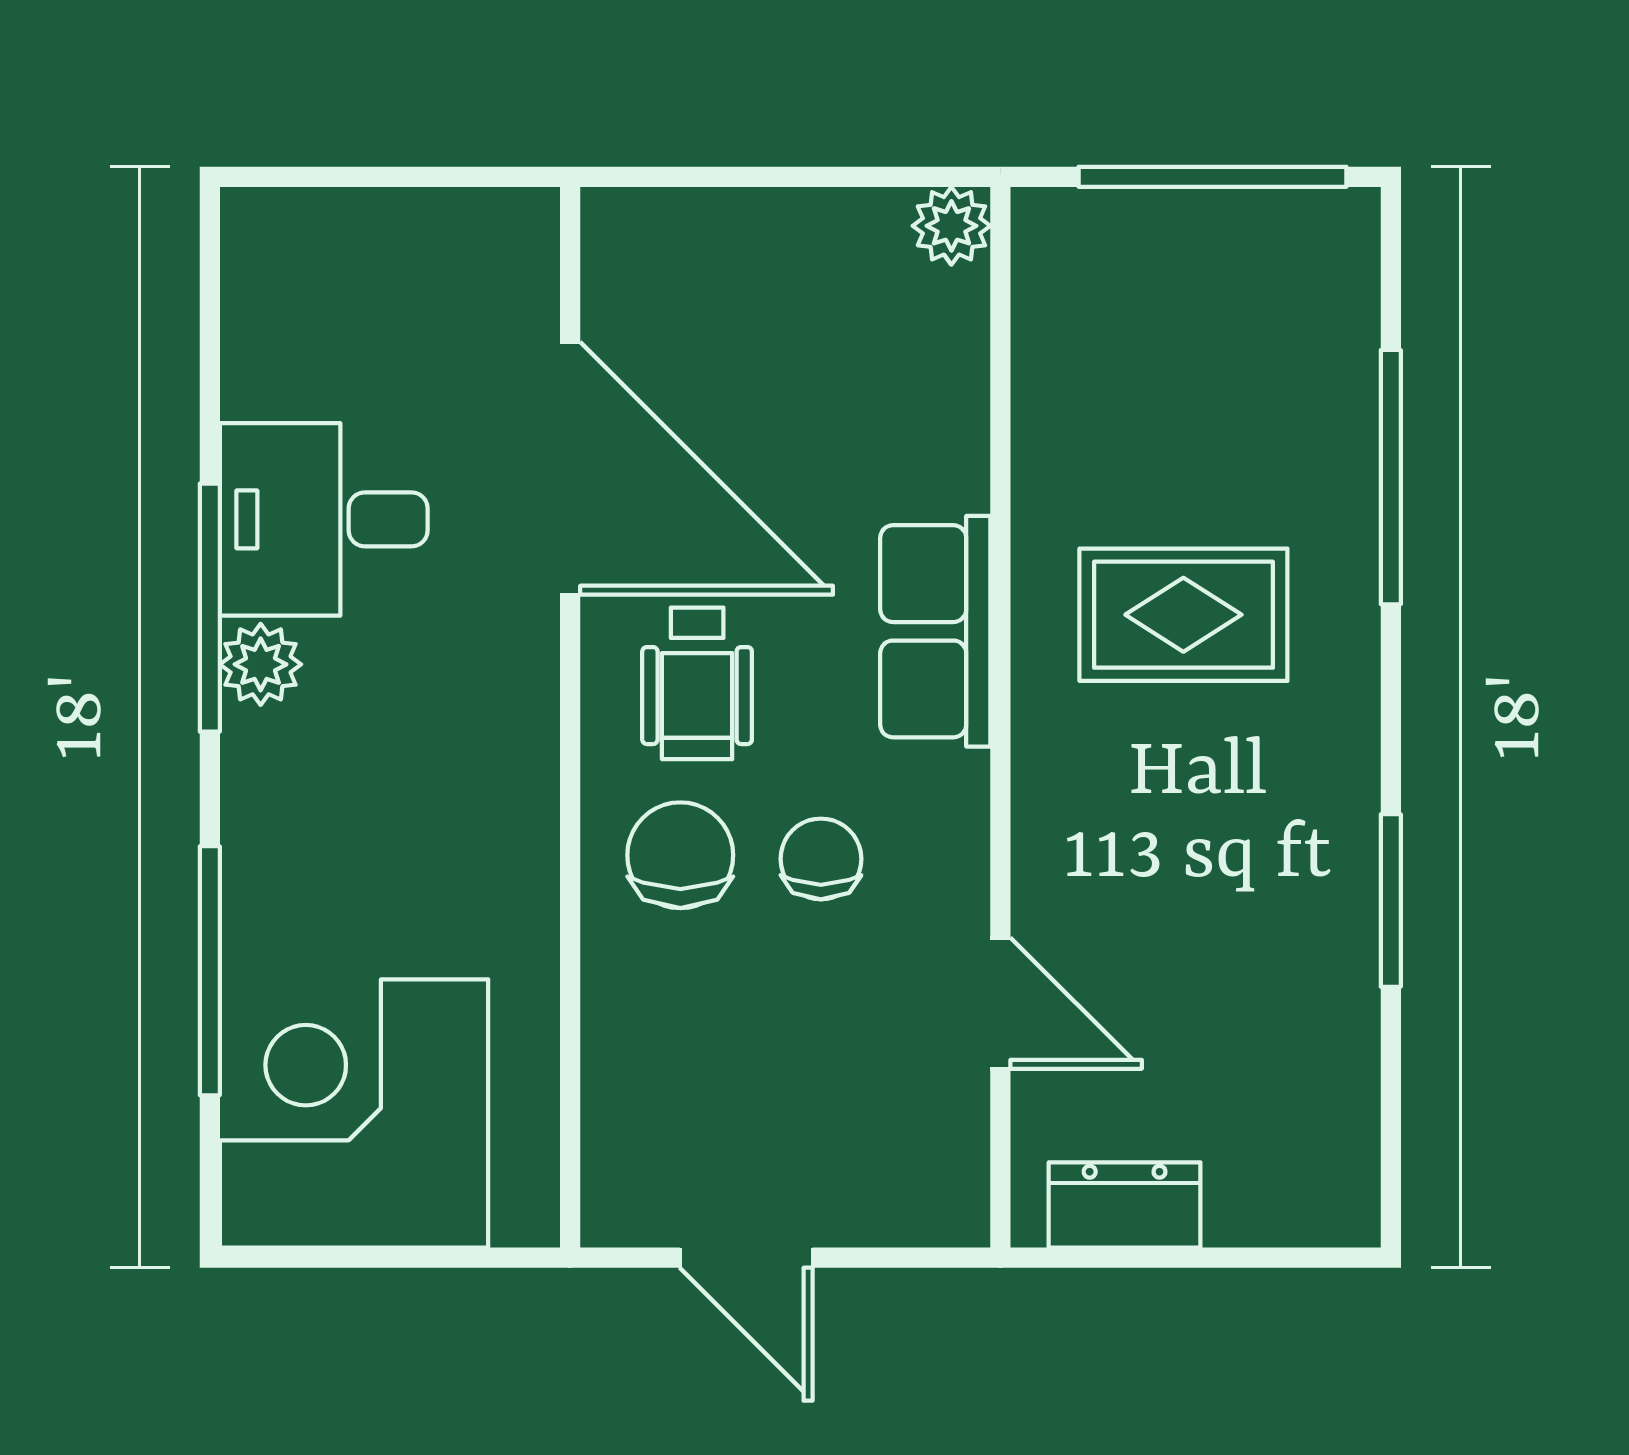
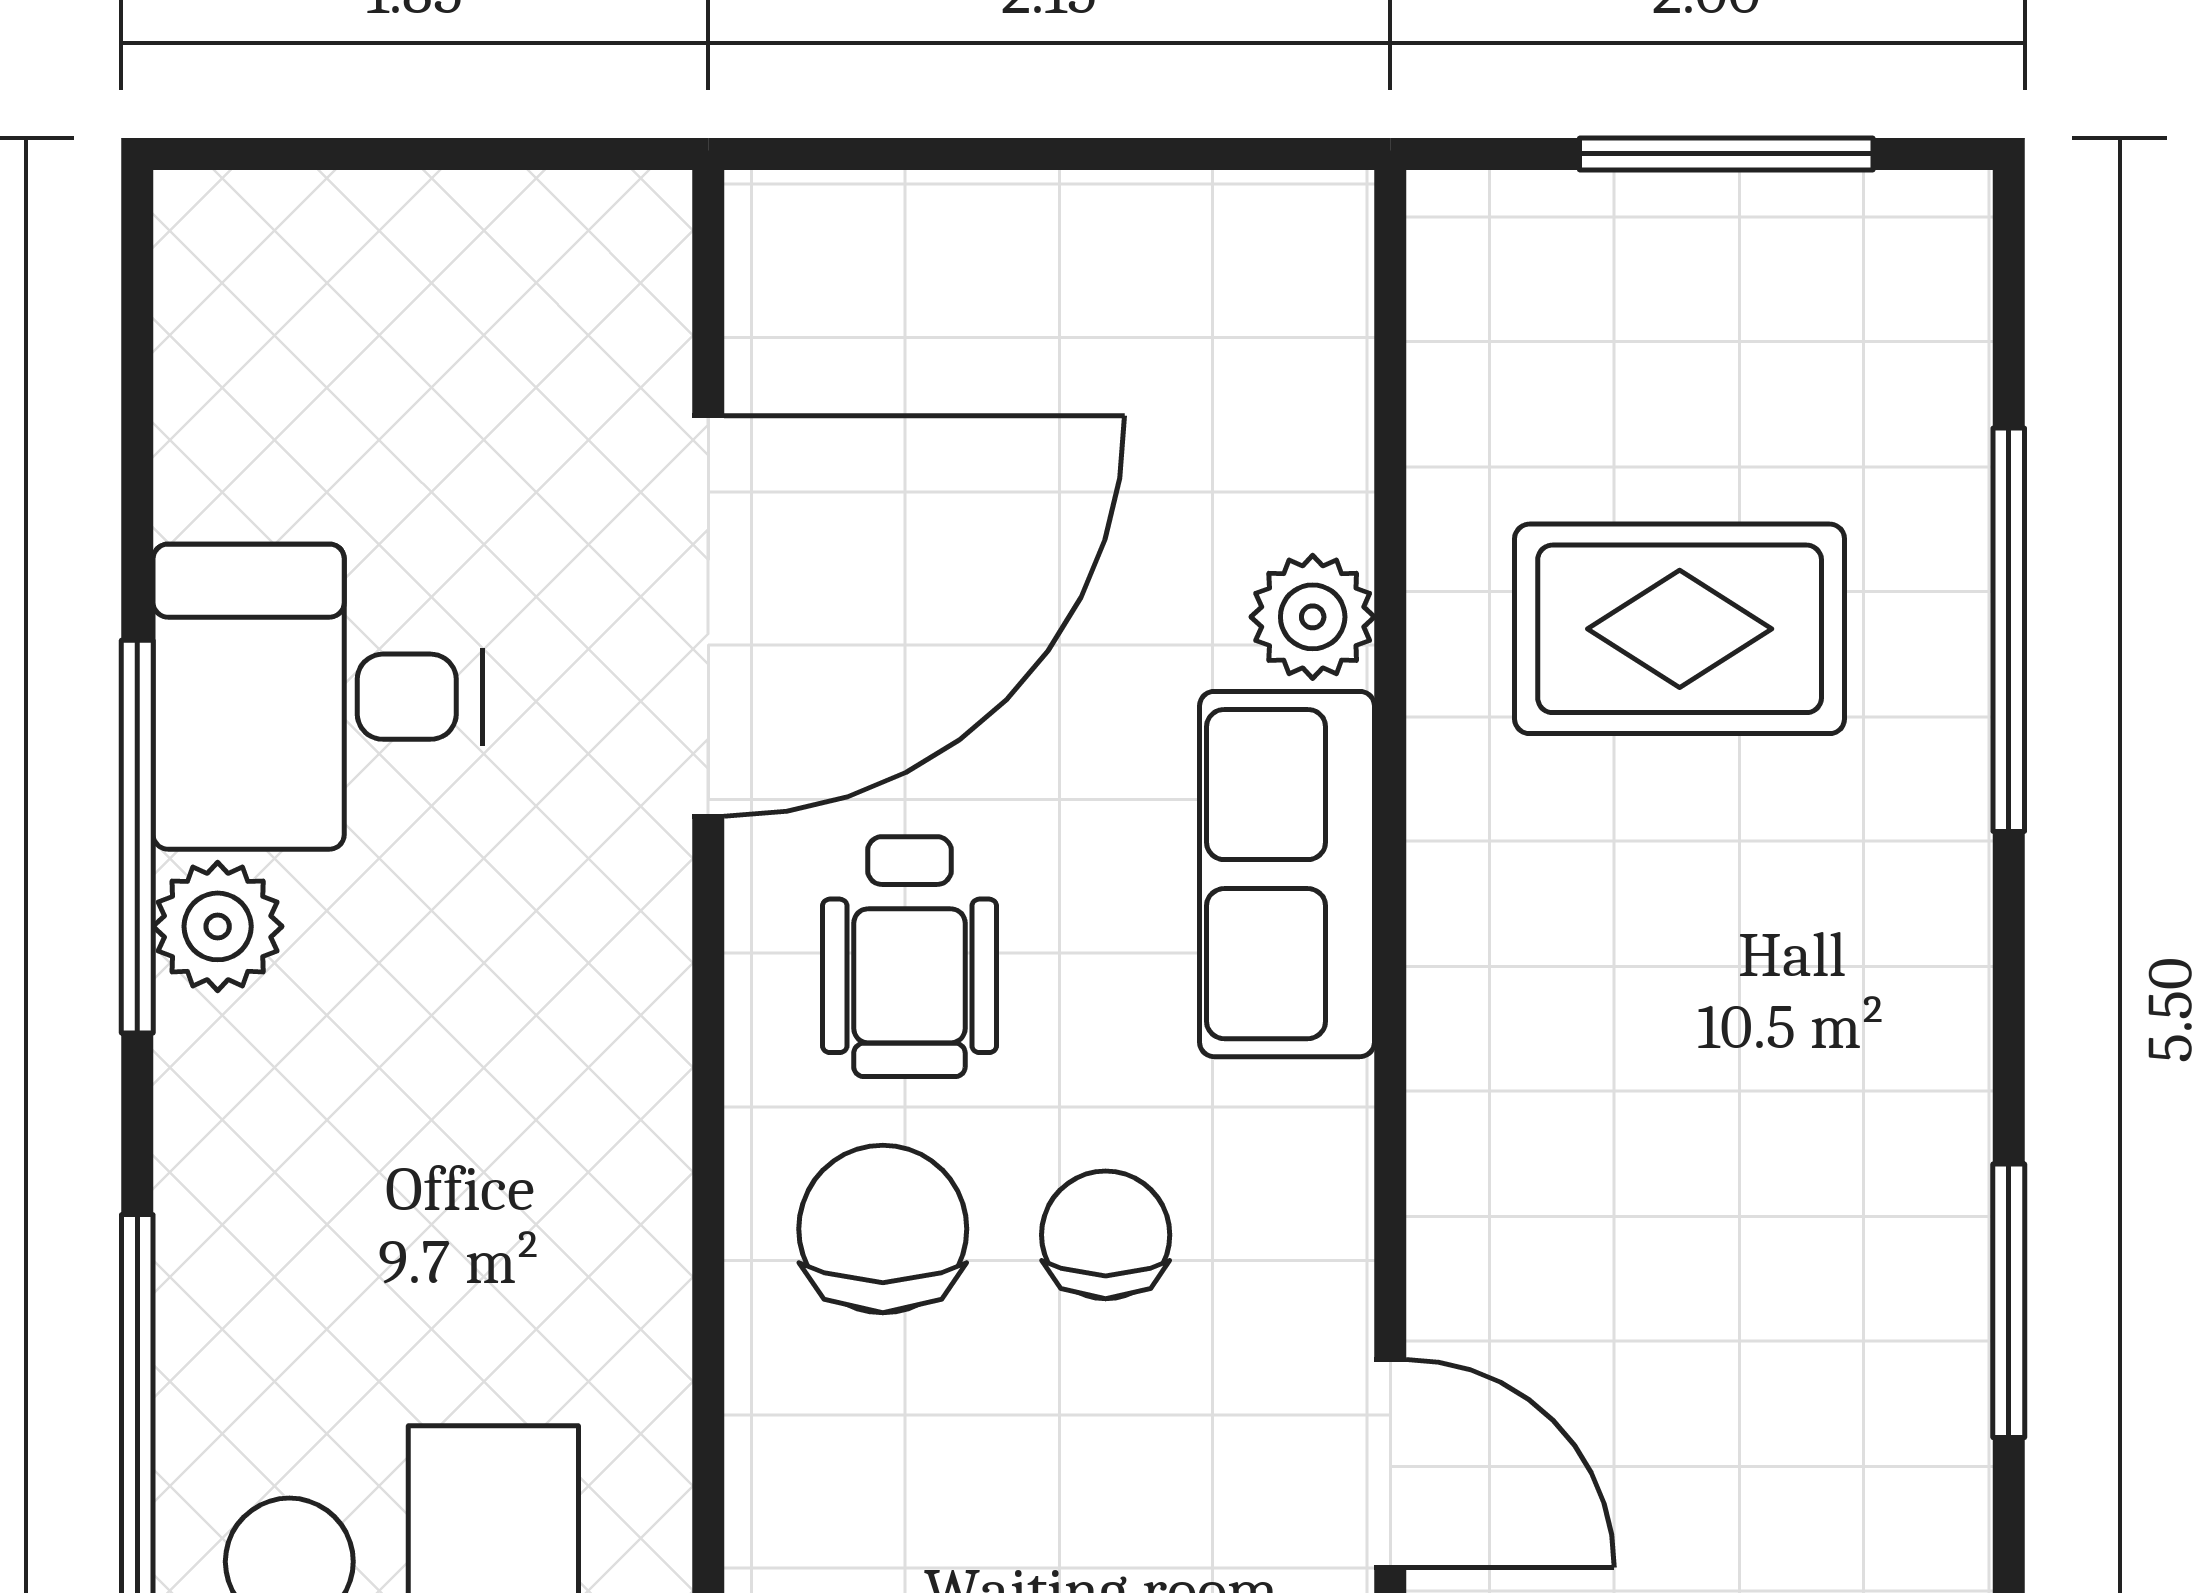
window: (1213, 177) -> (1726, 154), width x0.69
plant: (951, 226) -> (1313, 617), moved
door: (570, 468) -> (708, 616), hinge flipped
rug: (1183, 615) -> (1680, 629), moved

